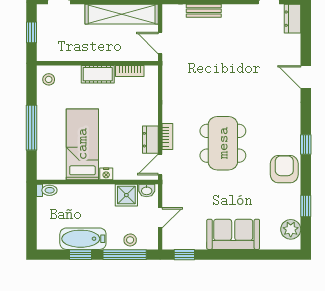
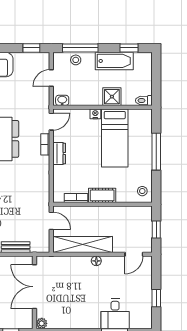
dresser: (150, 140) -> (59, 153), moved
shower: (126, 195) -> (112, 97), moved
window: (81, 255) -> (129, 48), moved

